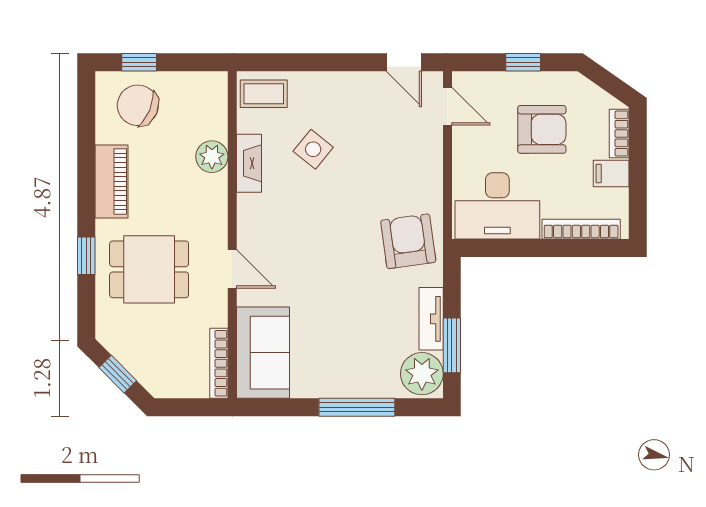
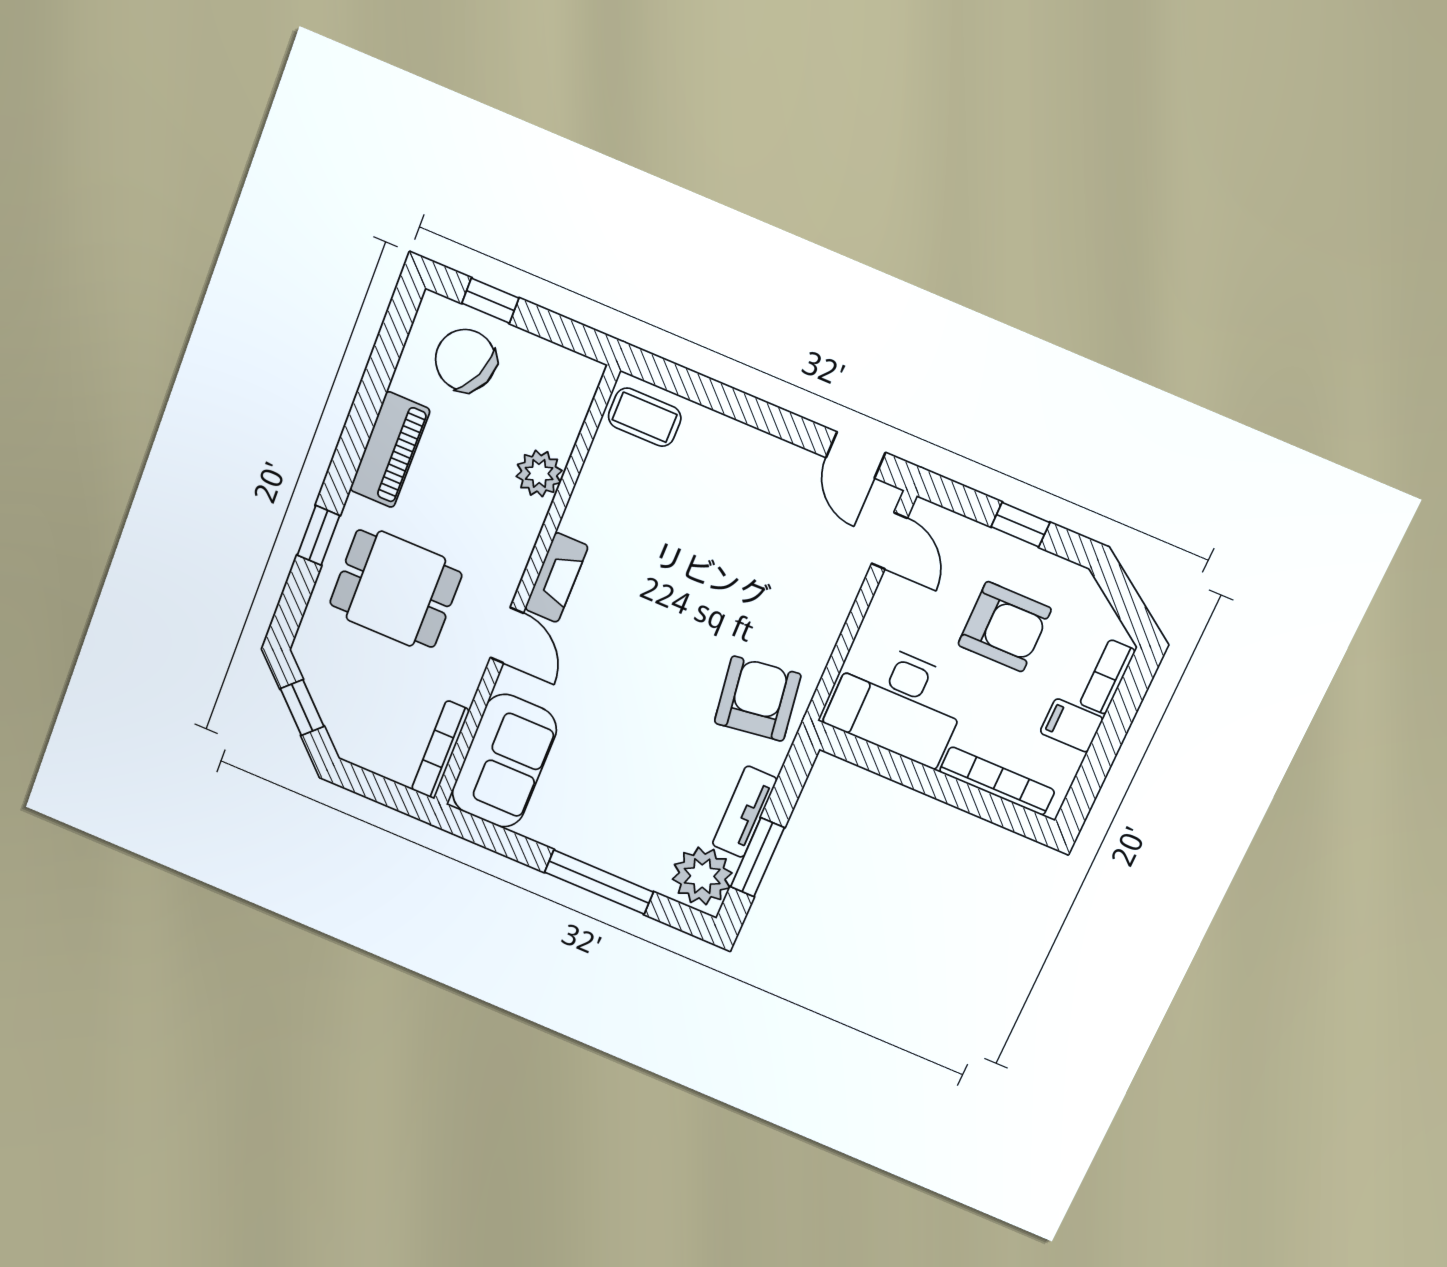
side table: (313, 149) -> (681, 522), removed
fireplace: (249, 163) -> (556, 577), moved

